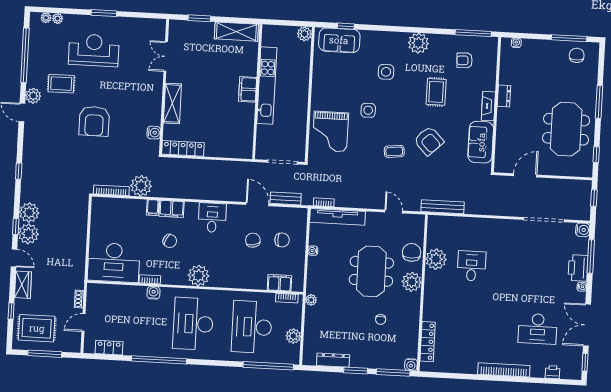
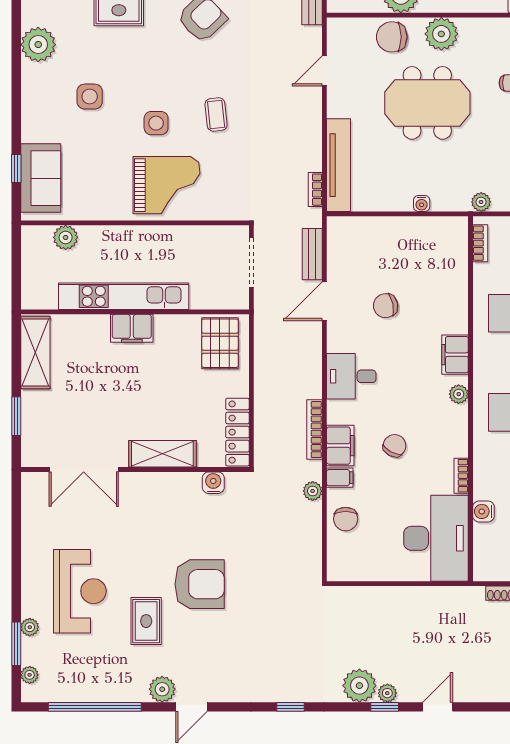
window: (104, 13) -> (16, 644), moved
plant: (58, 19) -> (30, 627), moved
plant: (304, 34) -> (66, 237), moved
reception desk: (94, 50) -> (80, 591), turned 180
double door: (166, 56) -> (84, 469), width x1.37
rug: (61, 84) -> (146, 621), moved
grand piano: (330, 132) -> (167, 185), moved
pallet: (236, 141) -> (220, 343), added
coffee table: (394, 151) -> (216, 114), moved
plant: (141, 186) -> (313, 491), width x0.53, depth x0.53
bookcase: (111, 190) -> (314, 430), moved
plant: (28, 234) -> (387, 693), width x0.53, depth x0.53
chair: (282, 240) -> (346, 519), moved, turned 180
water cooler: (313, 251) -> (422, 203), moved
plant: (198, 276) -> (459, 394), width x0.53, depth x0.53
filing cabinet: (280, 283) -> (455, 355), moved
wardrobe: (23, 285) -> (482, 689), removed
water cooler: (154, 293) -> (483, 511), moved

